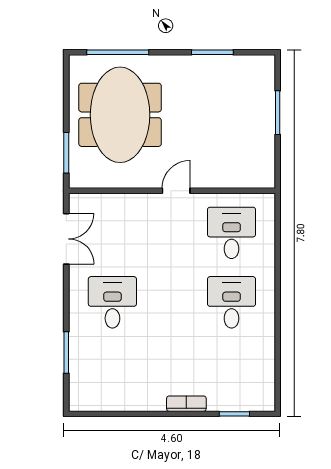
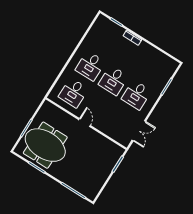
meeting table: (120, 115) -> (45, 145), moved, turned 90
door: (176, 191) -> (85, 123), swing flipped
double door: (66, 239) -> (139, 131), swing flipped
desk: (172, 302) -> (113, 80), added

